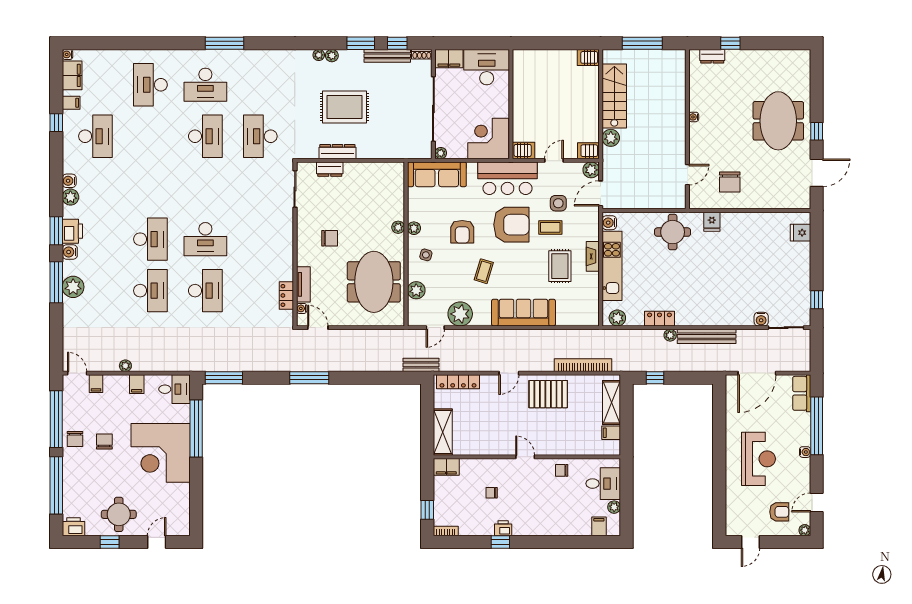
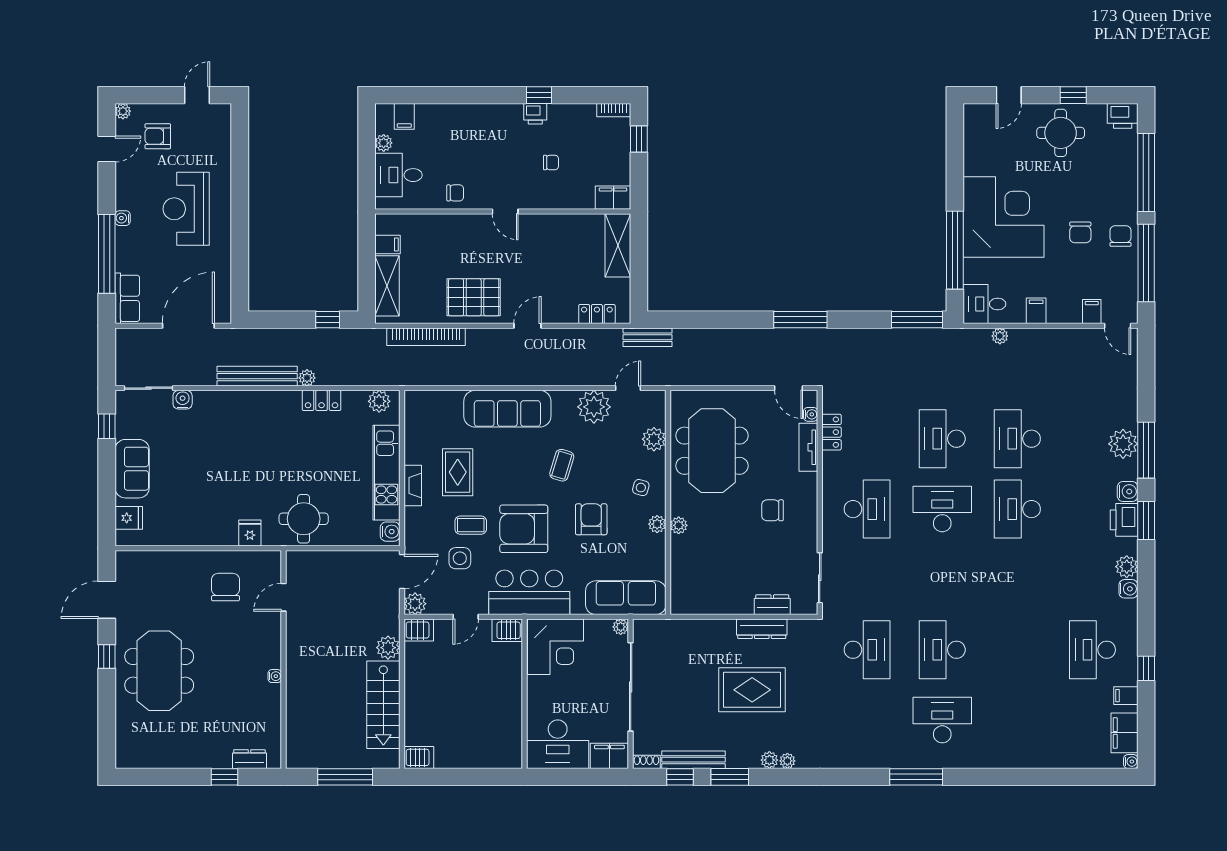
desk: (150, 85) -> (867, 509), moved
sofa: (798, 269) -> (132, 469), added
plant: (125, 366) -> (1000, 336), moved
locker: (458, 382) -> (597, 314), width x0.66

